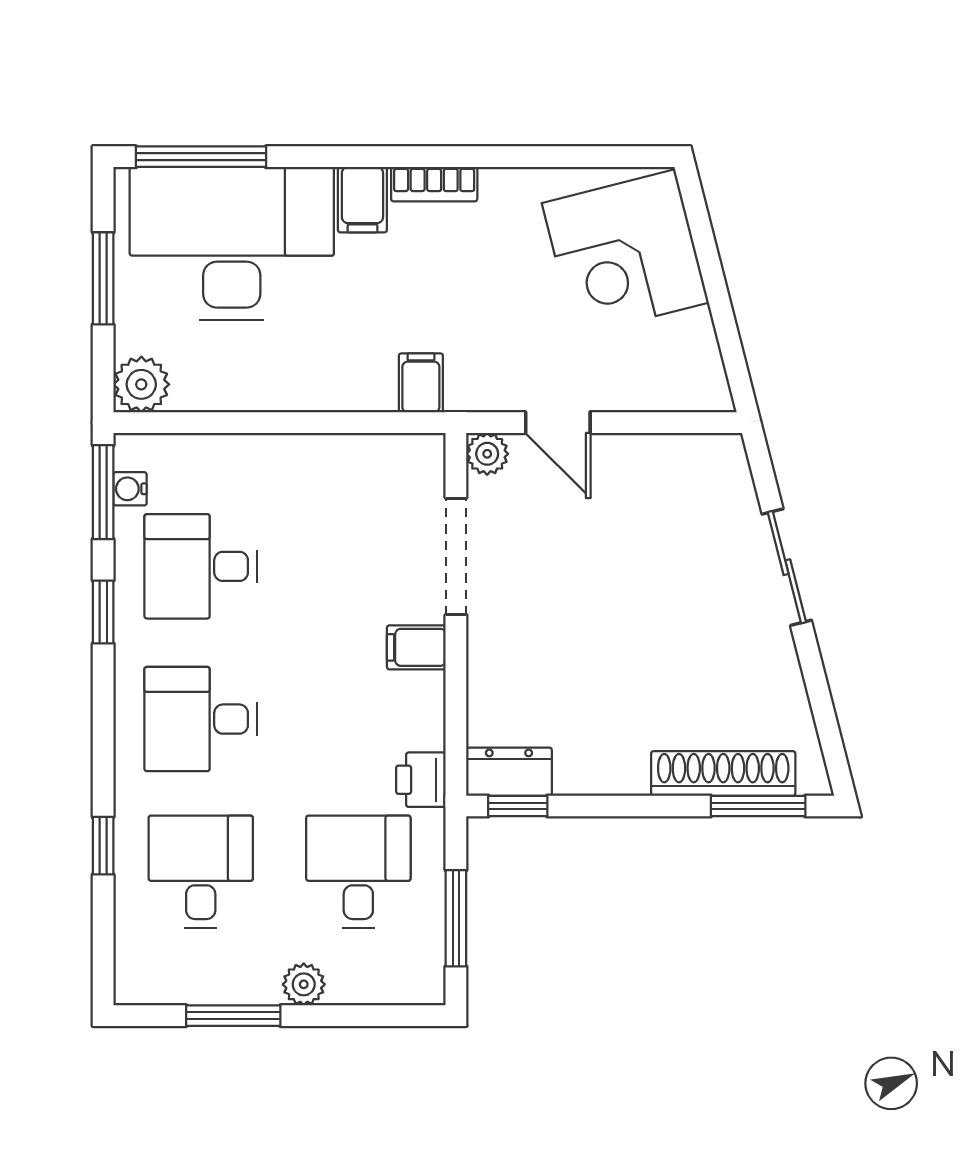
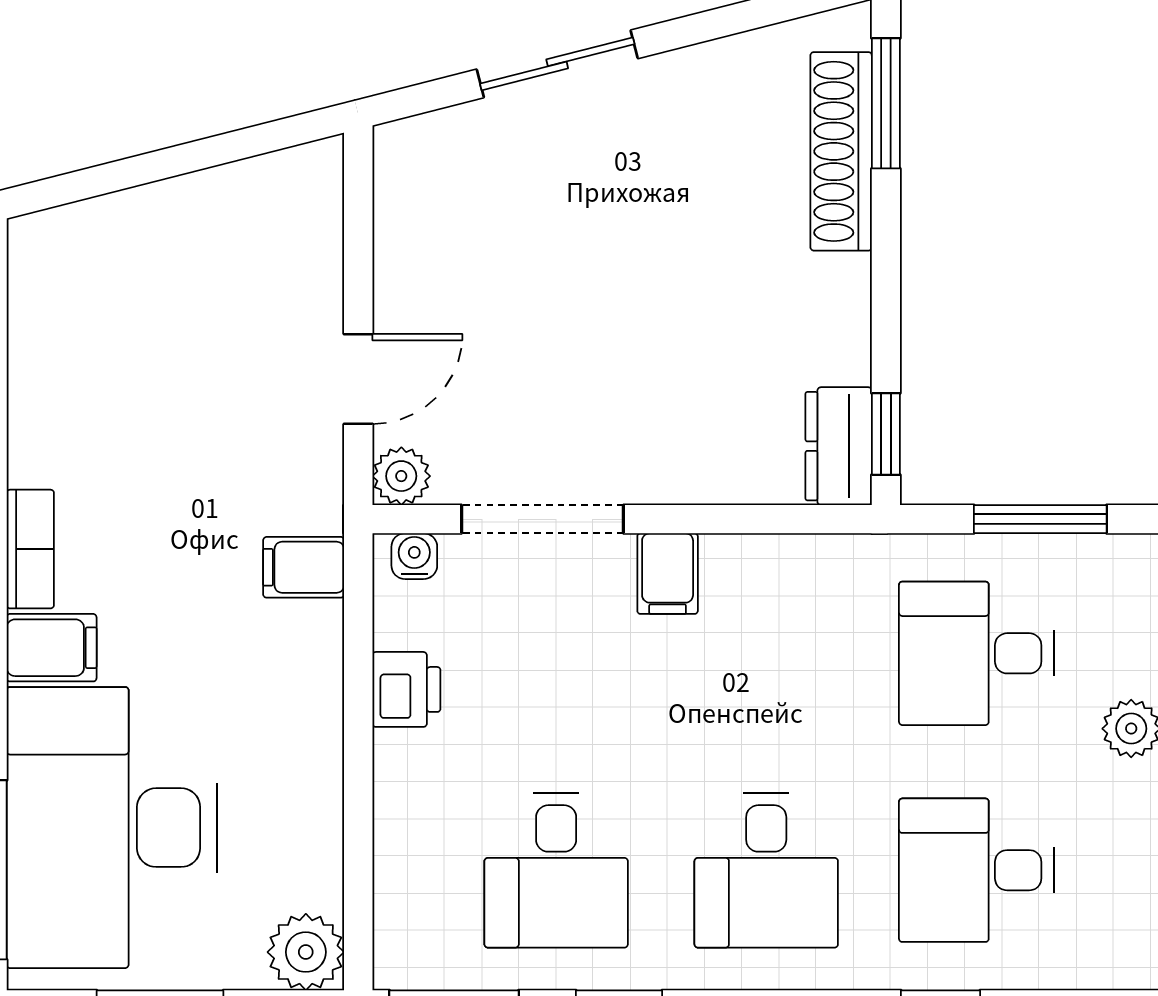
corner desk: (625, 253) -> (125, 286), removed
water cooler: (130, 489) -> (414, 556), moved, turned 180
printer: (421, 780) -> (406, 689), moved, turned -90

